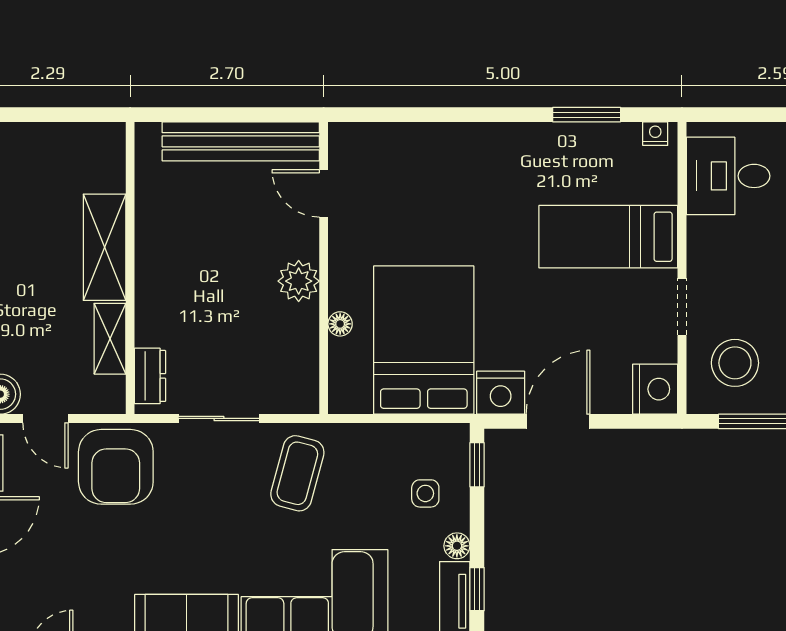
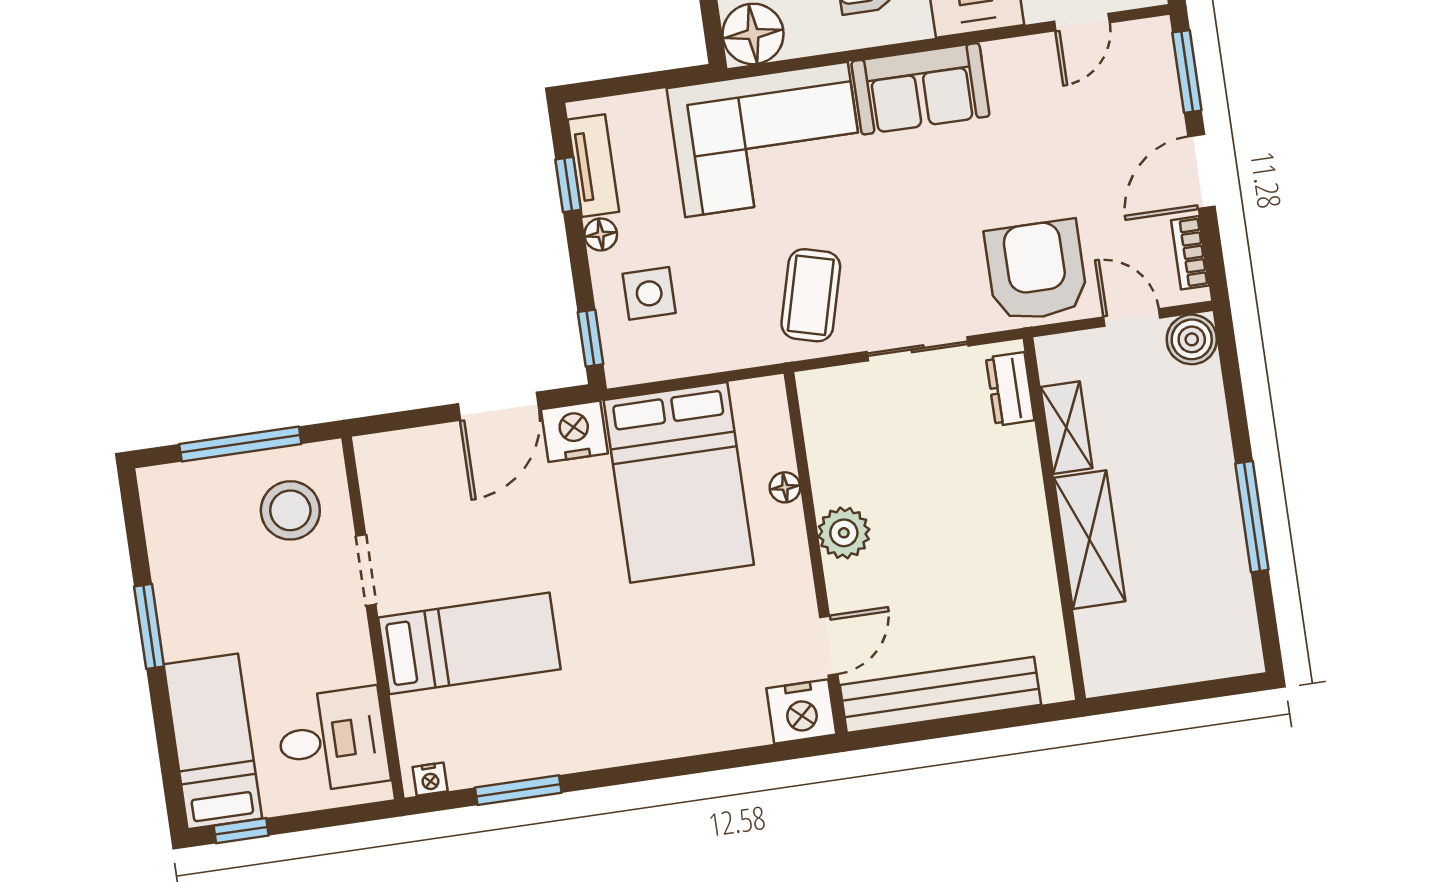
door: (324, 193) -> (829, 646), hinge flipped
nightstand: (655, 389) -> (801, 711), moved, turned -90
side table: (425, 493) -> (649, 293), width x1.37, depth x1.37

